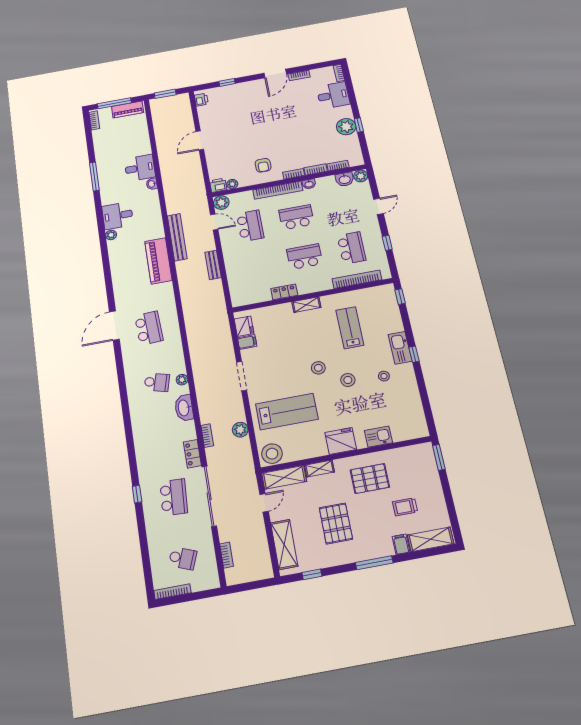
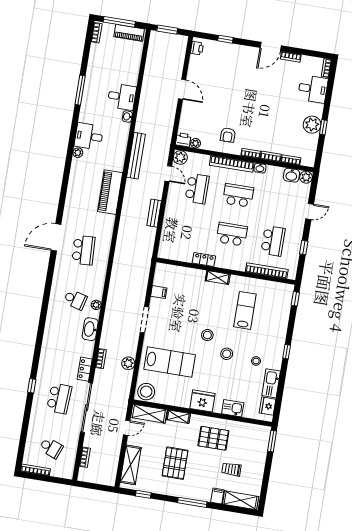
door: (200, 140) -> (182, 89), swing flipped
bench: (177, 237) -> (136, 156), moved
fridge: (244, 326) -> (268, 406), moved, turned 180
kitchen sink: (400, 348) -> (271, 383), moved

